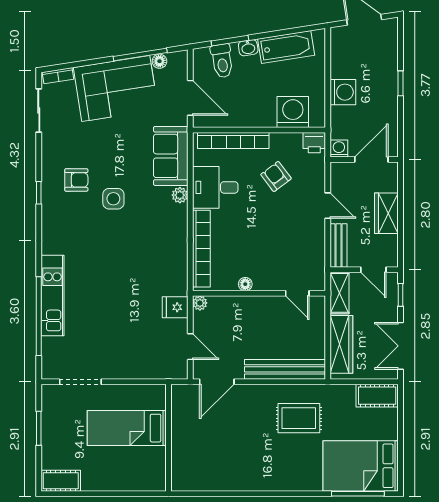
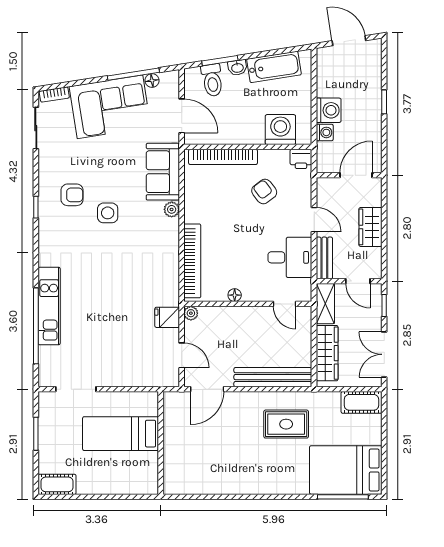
washing machine: (339, 149) -> (325, 132), moved, turned 90
desk: (215, 187) -> (290, 257), moved, turned 180

